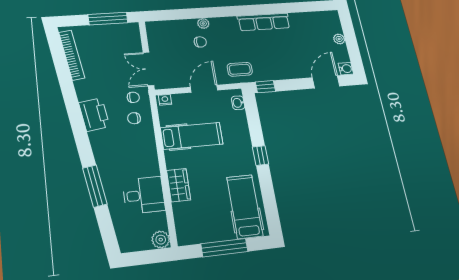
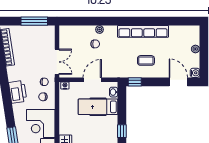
row of seats: (264, 22) -> (143, 31), width x1.36
double door: (149, 69) -> (57, 62), swing flipped
coffee table: (240, 69) -> (146, 60), moved
door: (326, 82) -> (178, 82), hinge flipped
hospital bed: (192, 136) -> (98, 107), moved, turned 180
corner desk: (136, 157) -> (41, 124), added

